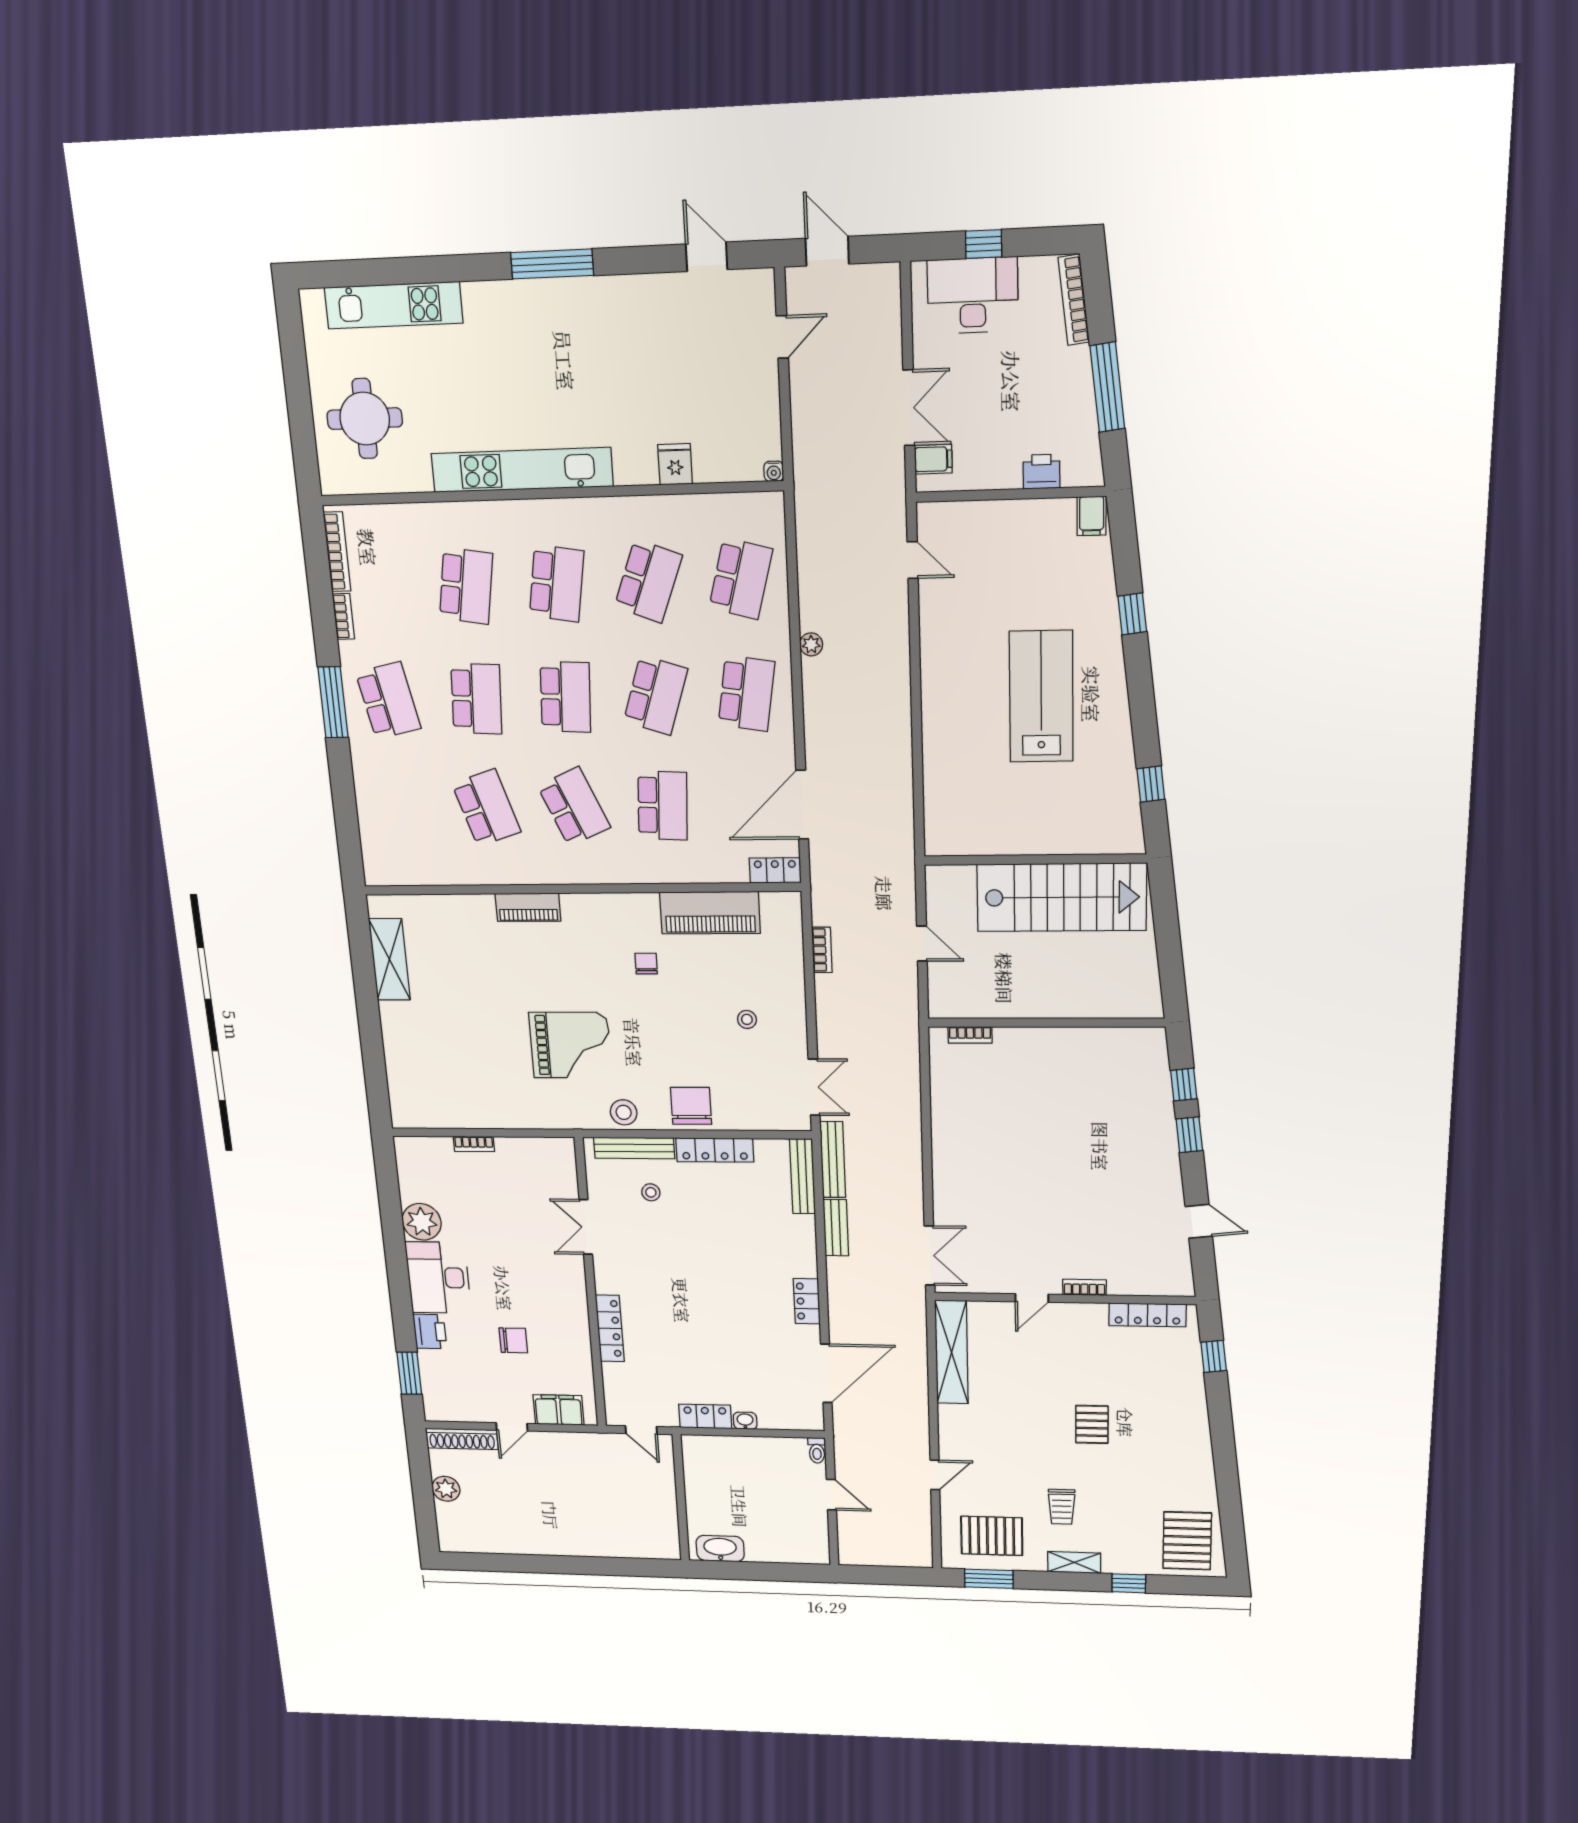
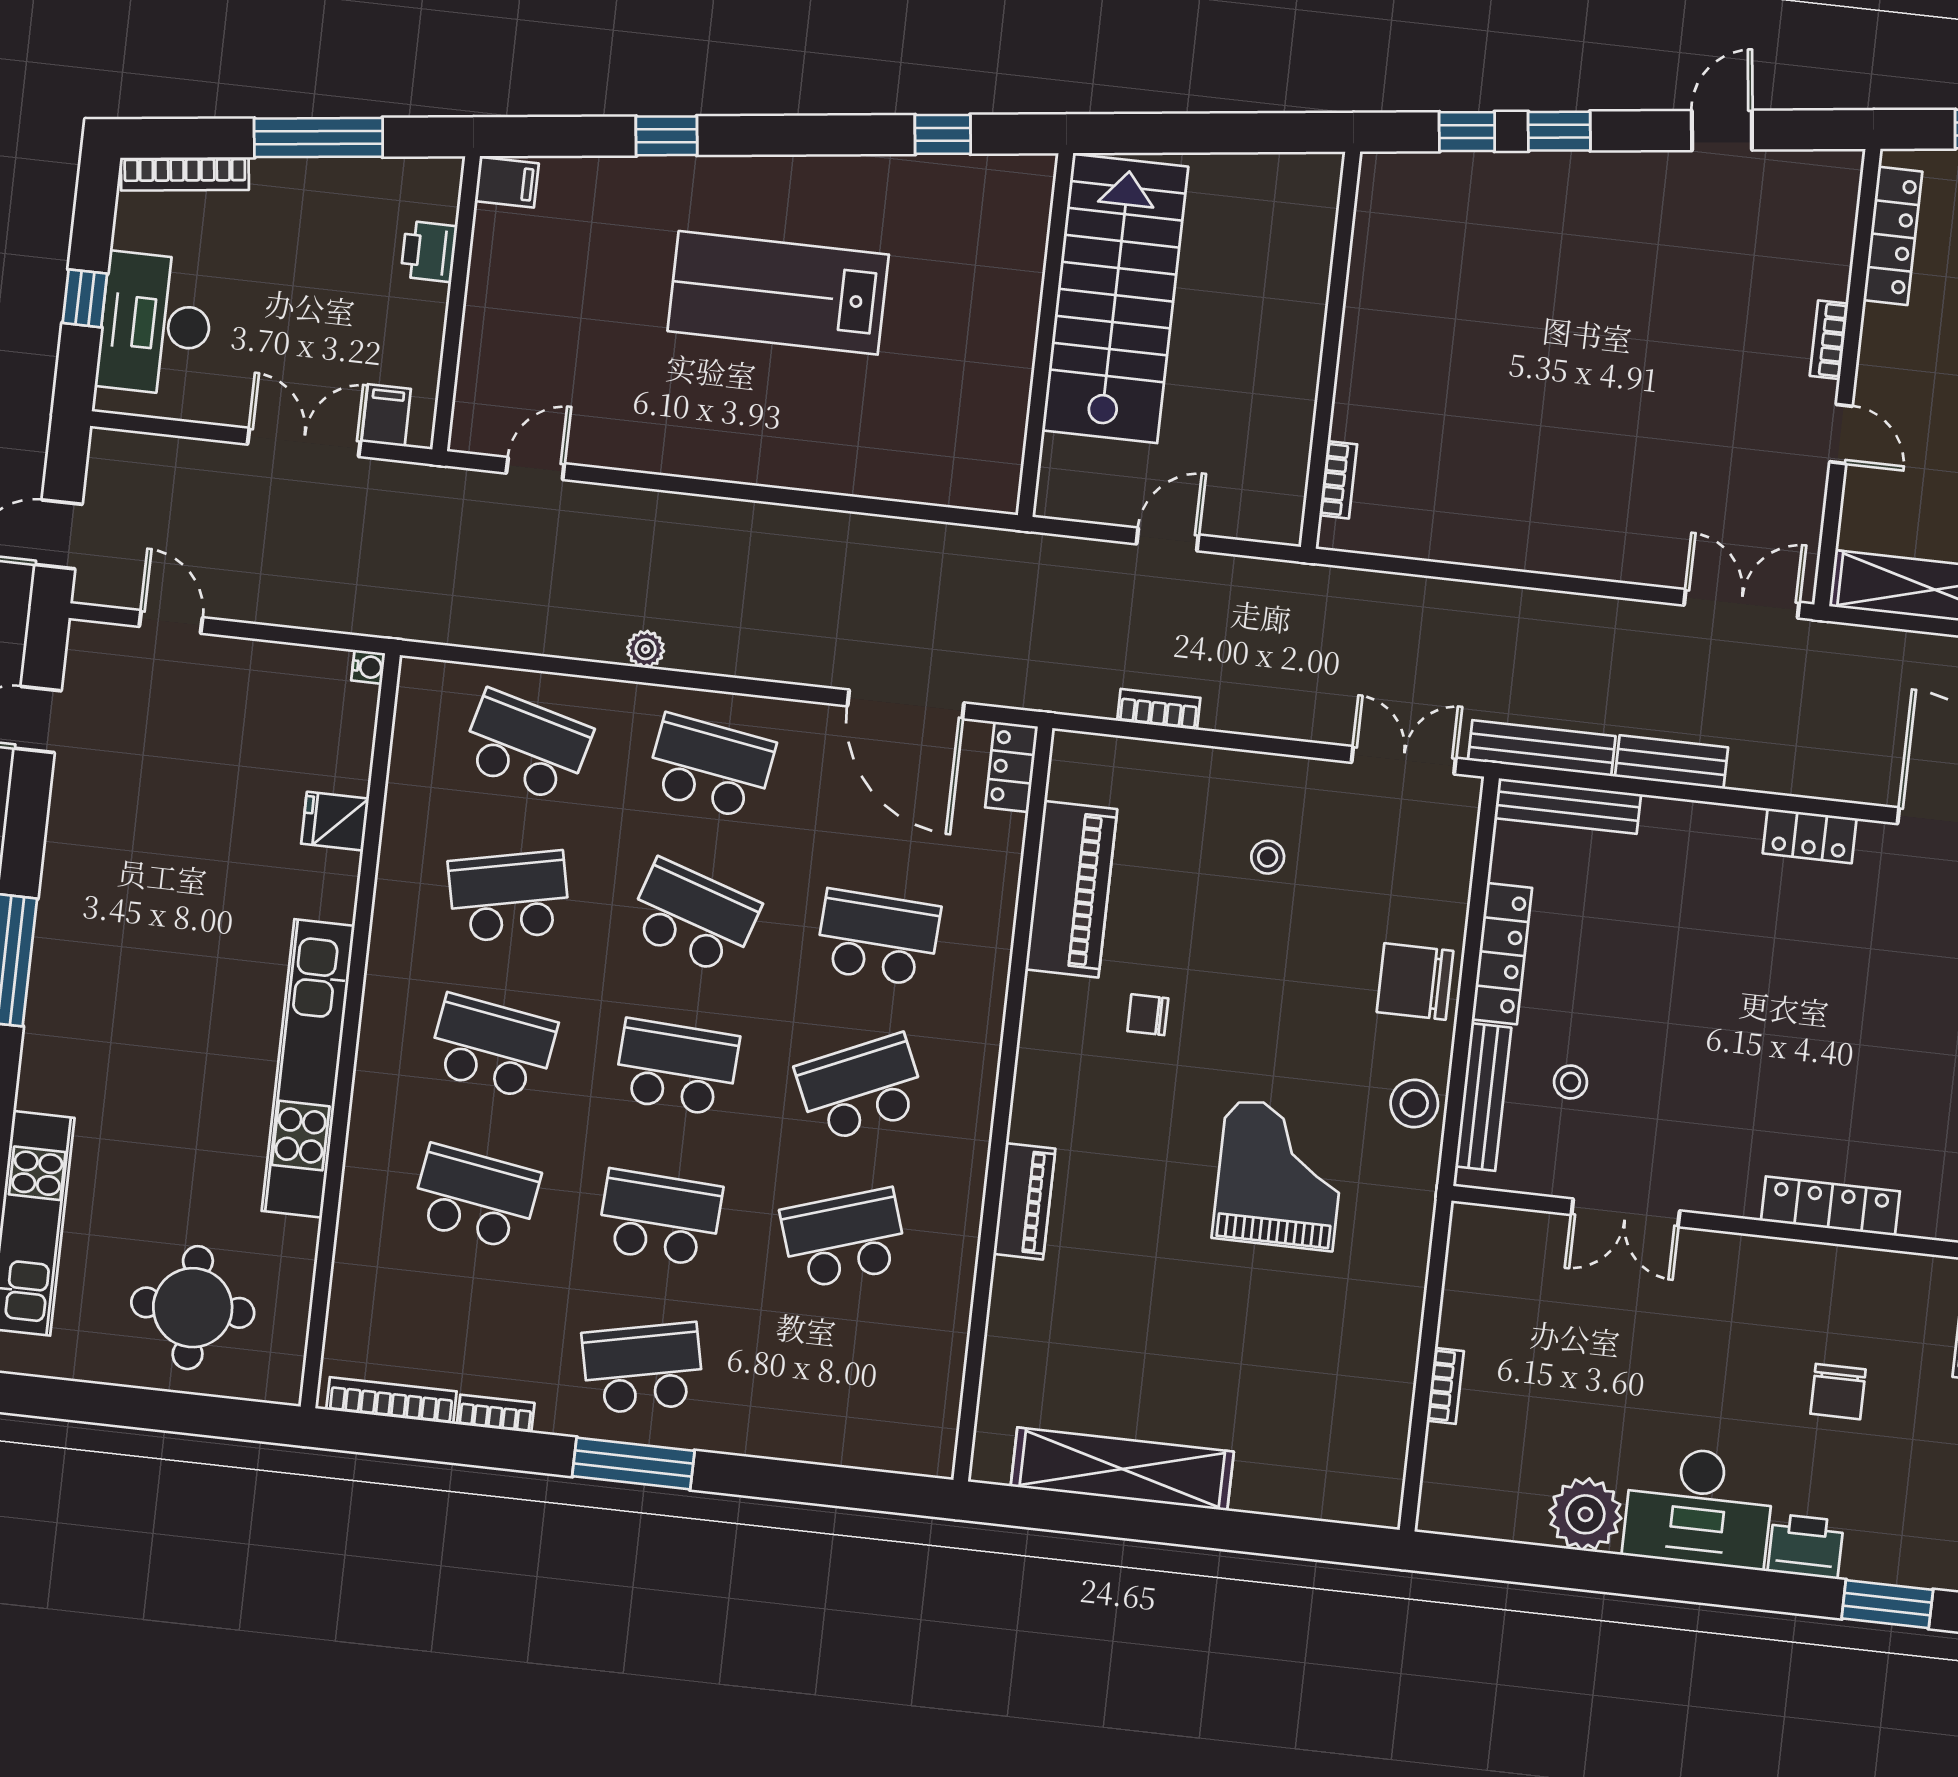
school desk: (648, 581) -> (509, 896), turned -33
shelving: (389, 959) -> (1122, 1469), width x1.47
chair: (513, 1340) -> (1838, 1392), turned 180

